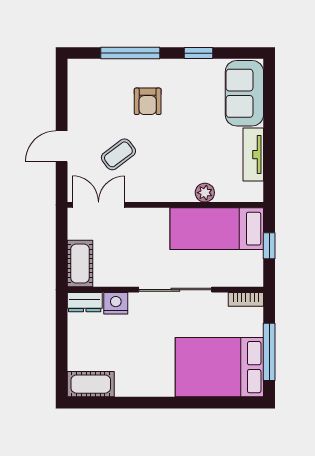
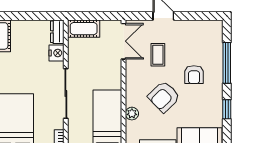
armchair: (148, 101) -> (194, 75), turned -90
armchair: (180, 146) -> (164, 97), added
coffee table: (118, 154) -> (158, 55), turned 37

